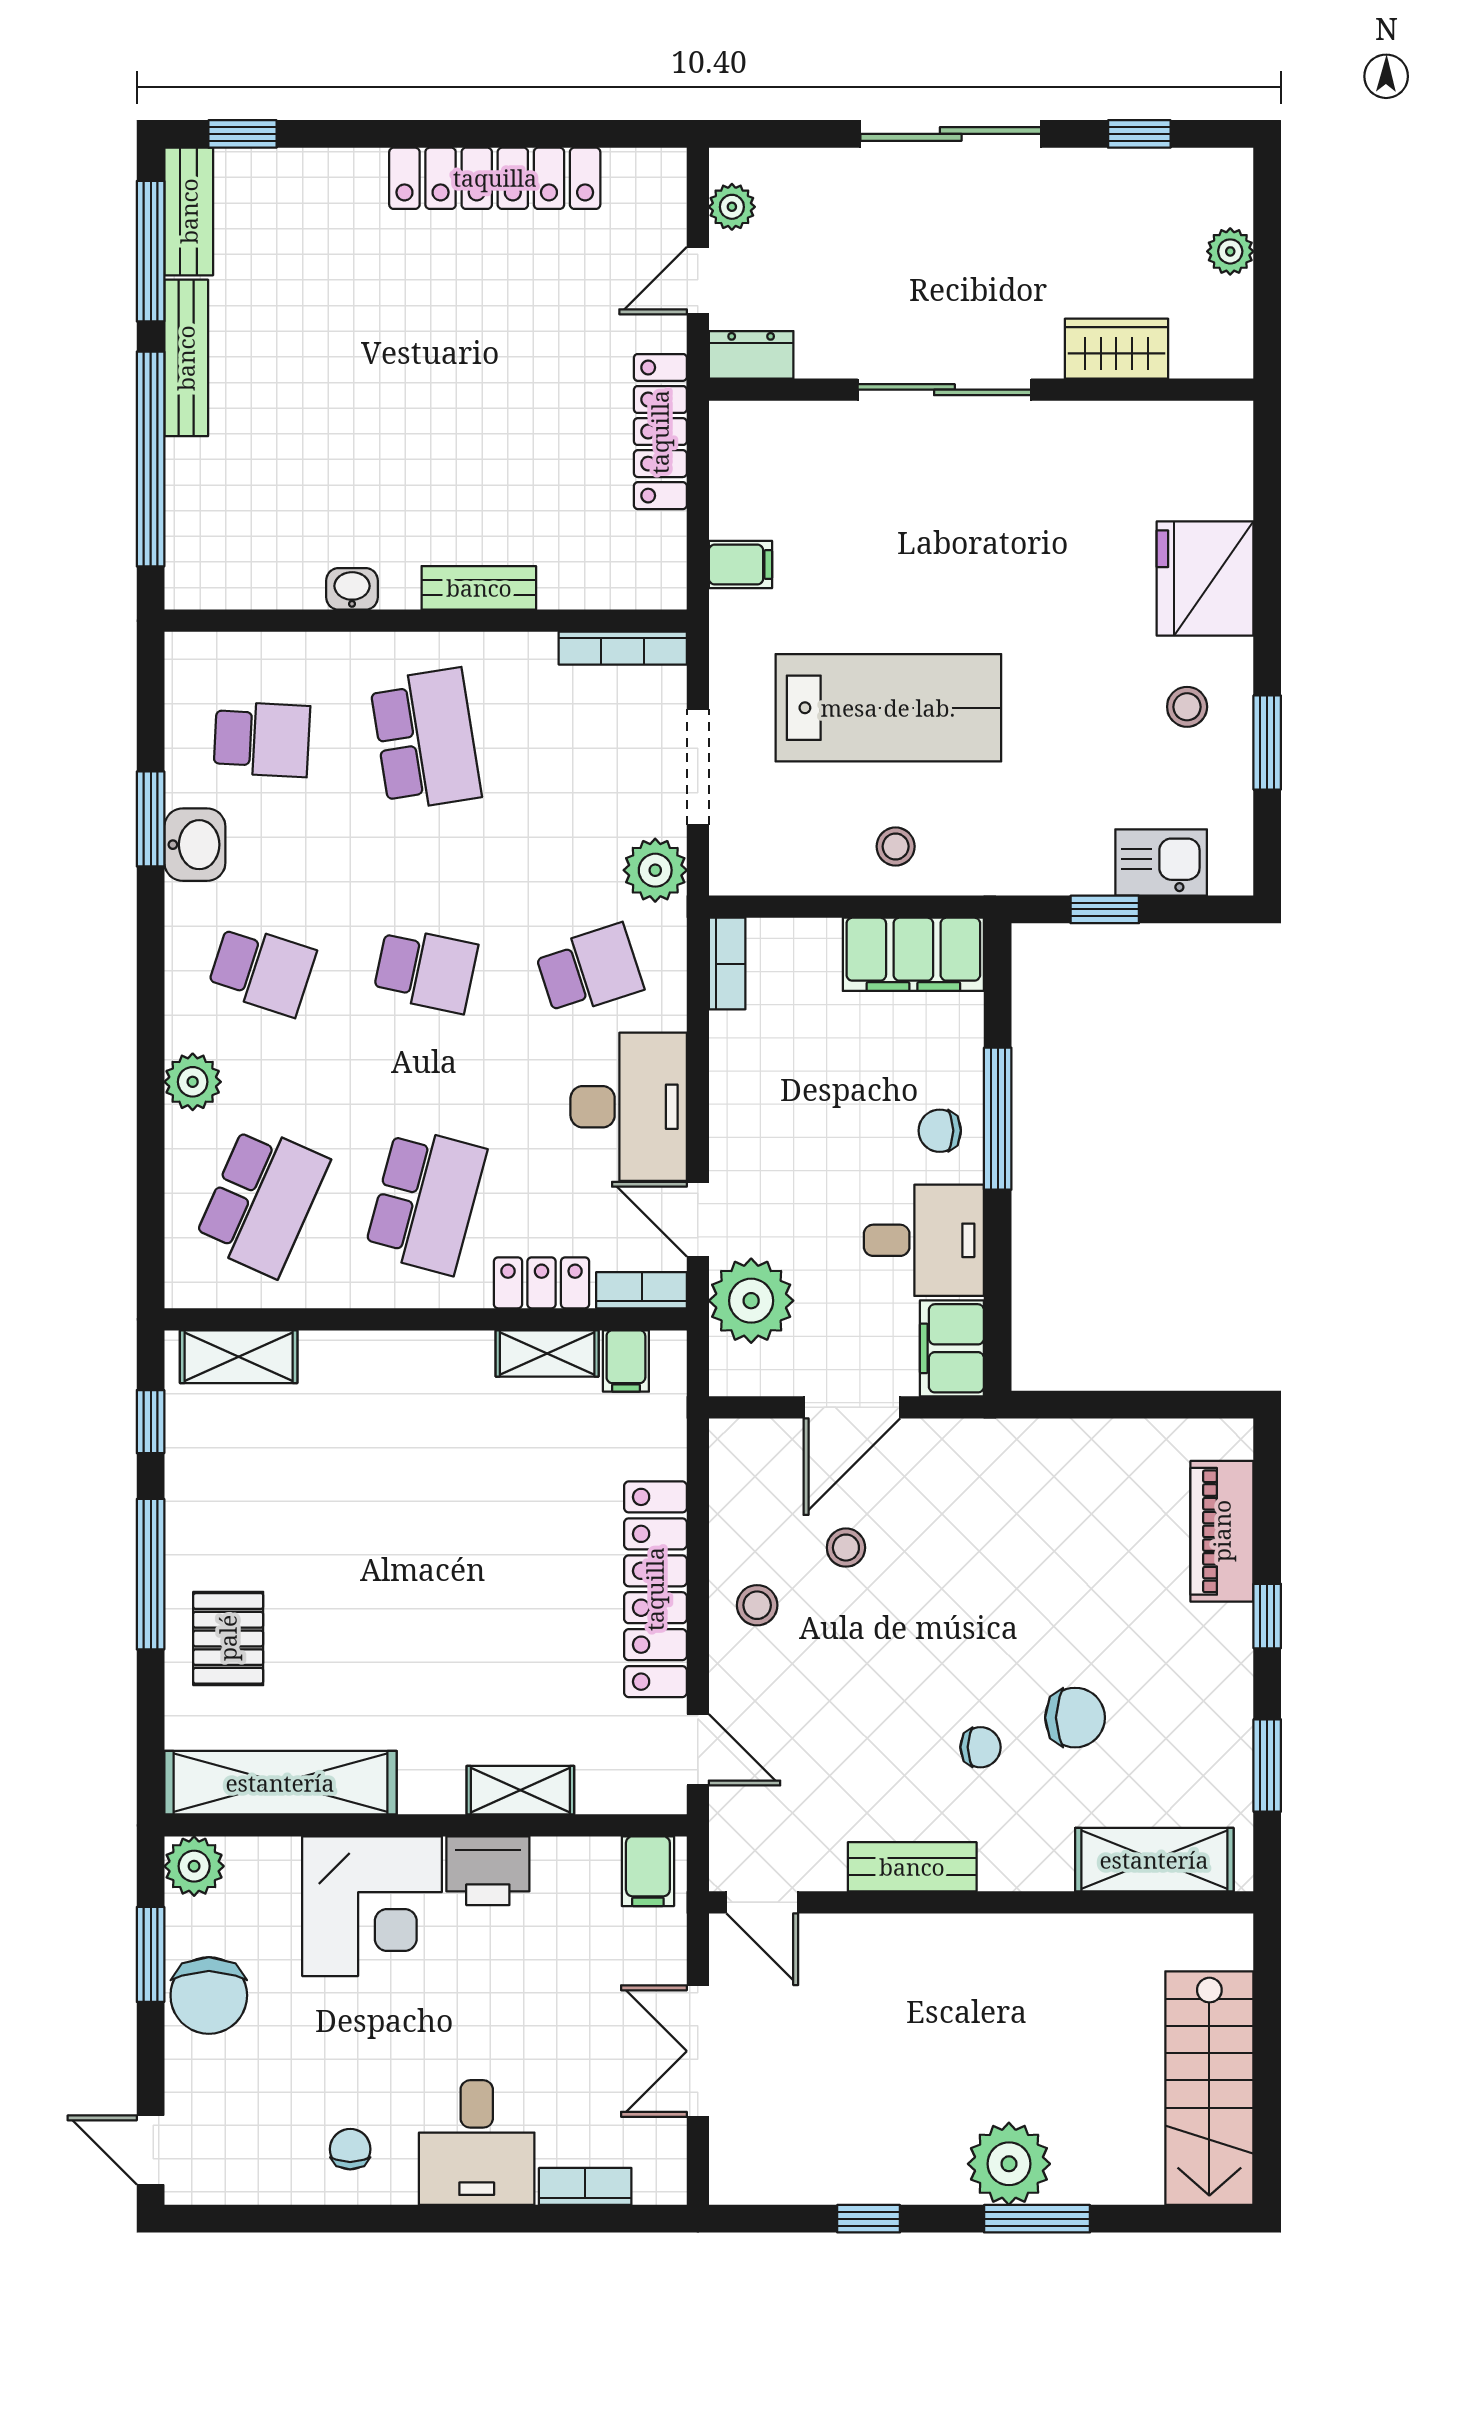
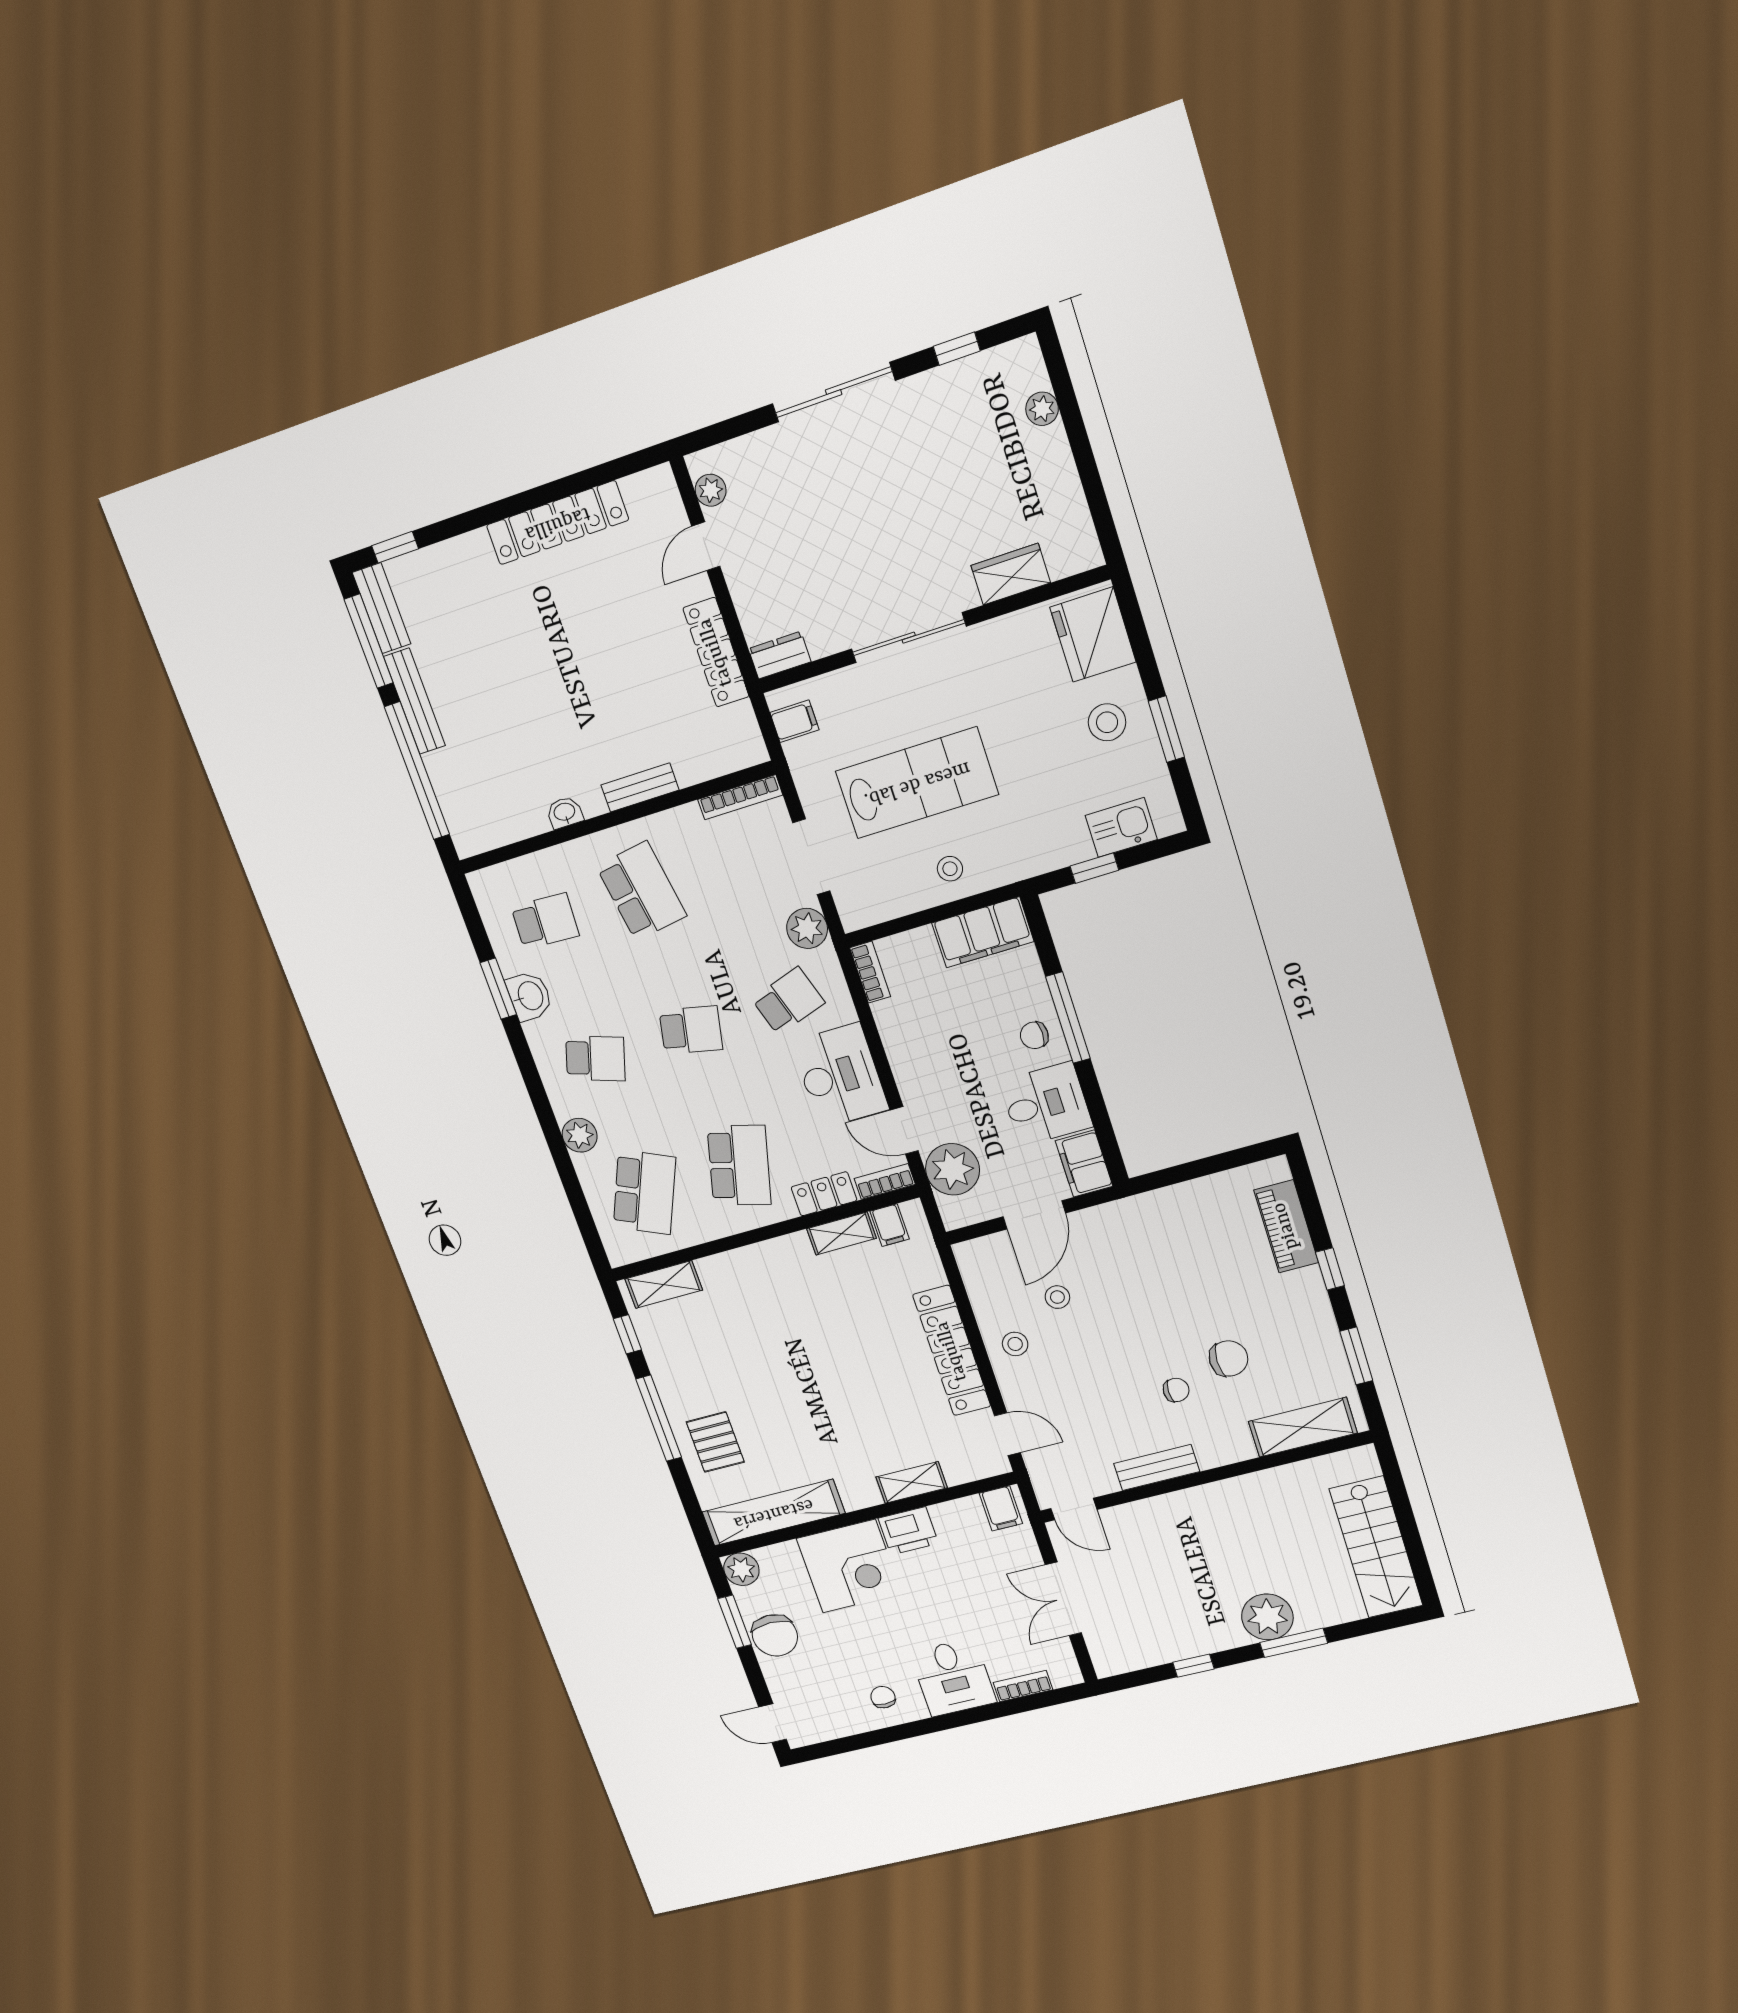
wardrobe: (1116, 349) -> (1011, 574), moved
dresser: (751, 355) -> (780, 655), moved
sliding door: (944, 390) -> (909, 638), moved
wall: (981, 390) -> (932, 630), moved
stool: (1187, 707) -> (1107, 722), width x1.37, depth x1.37

